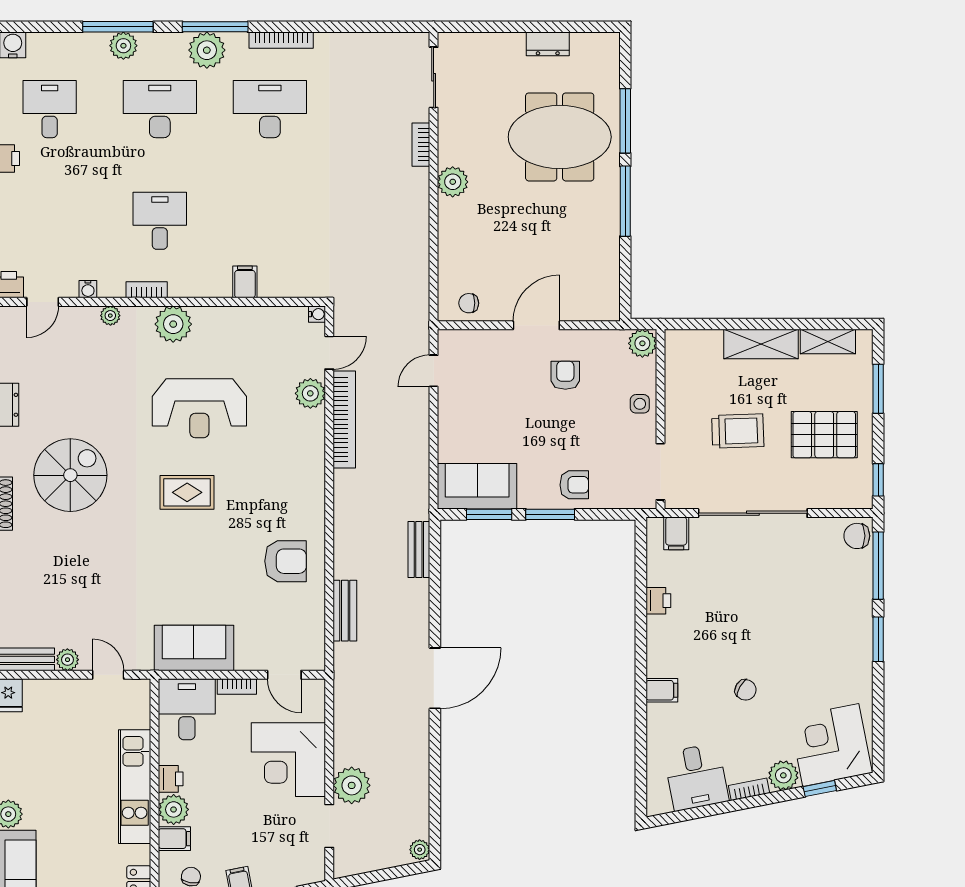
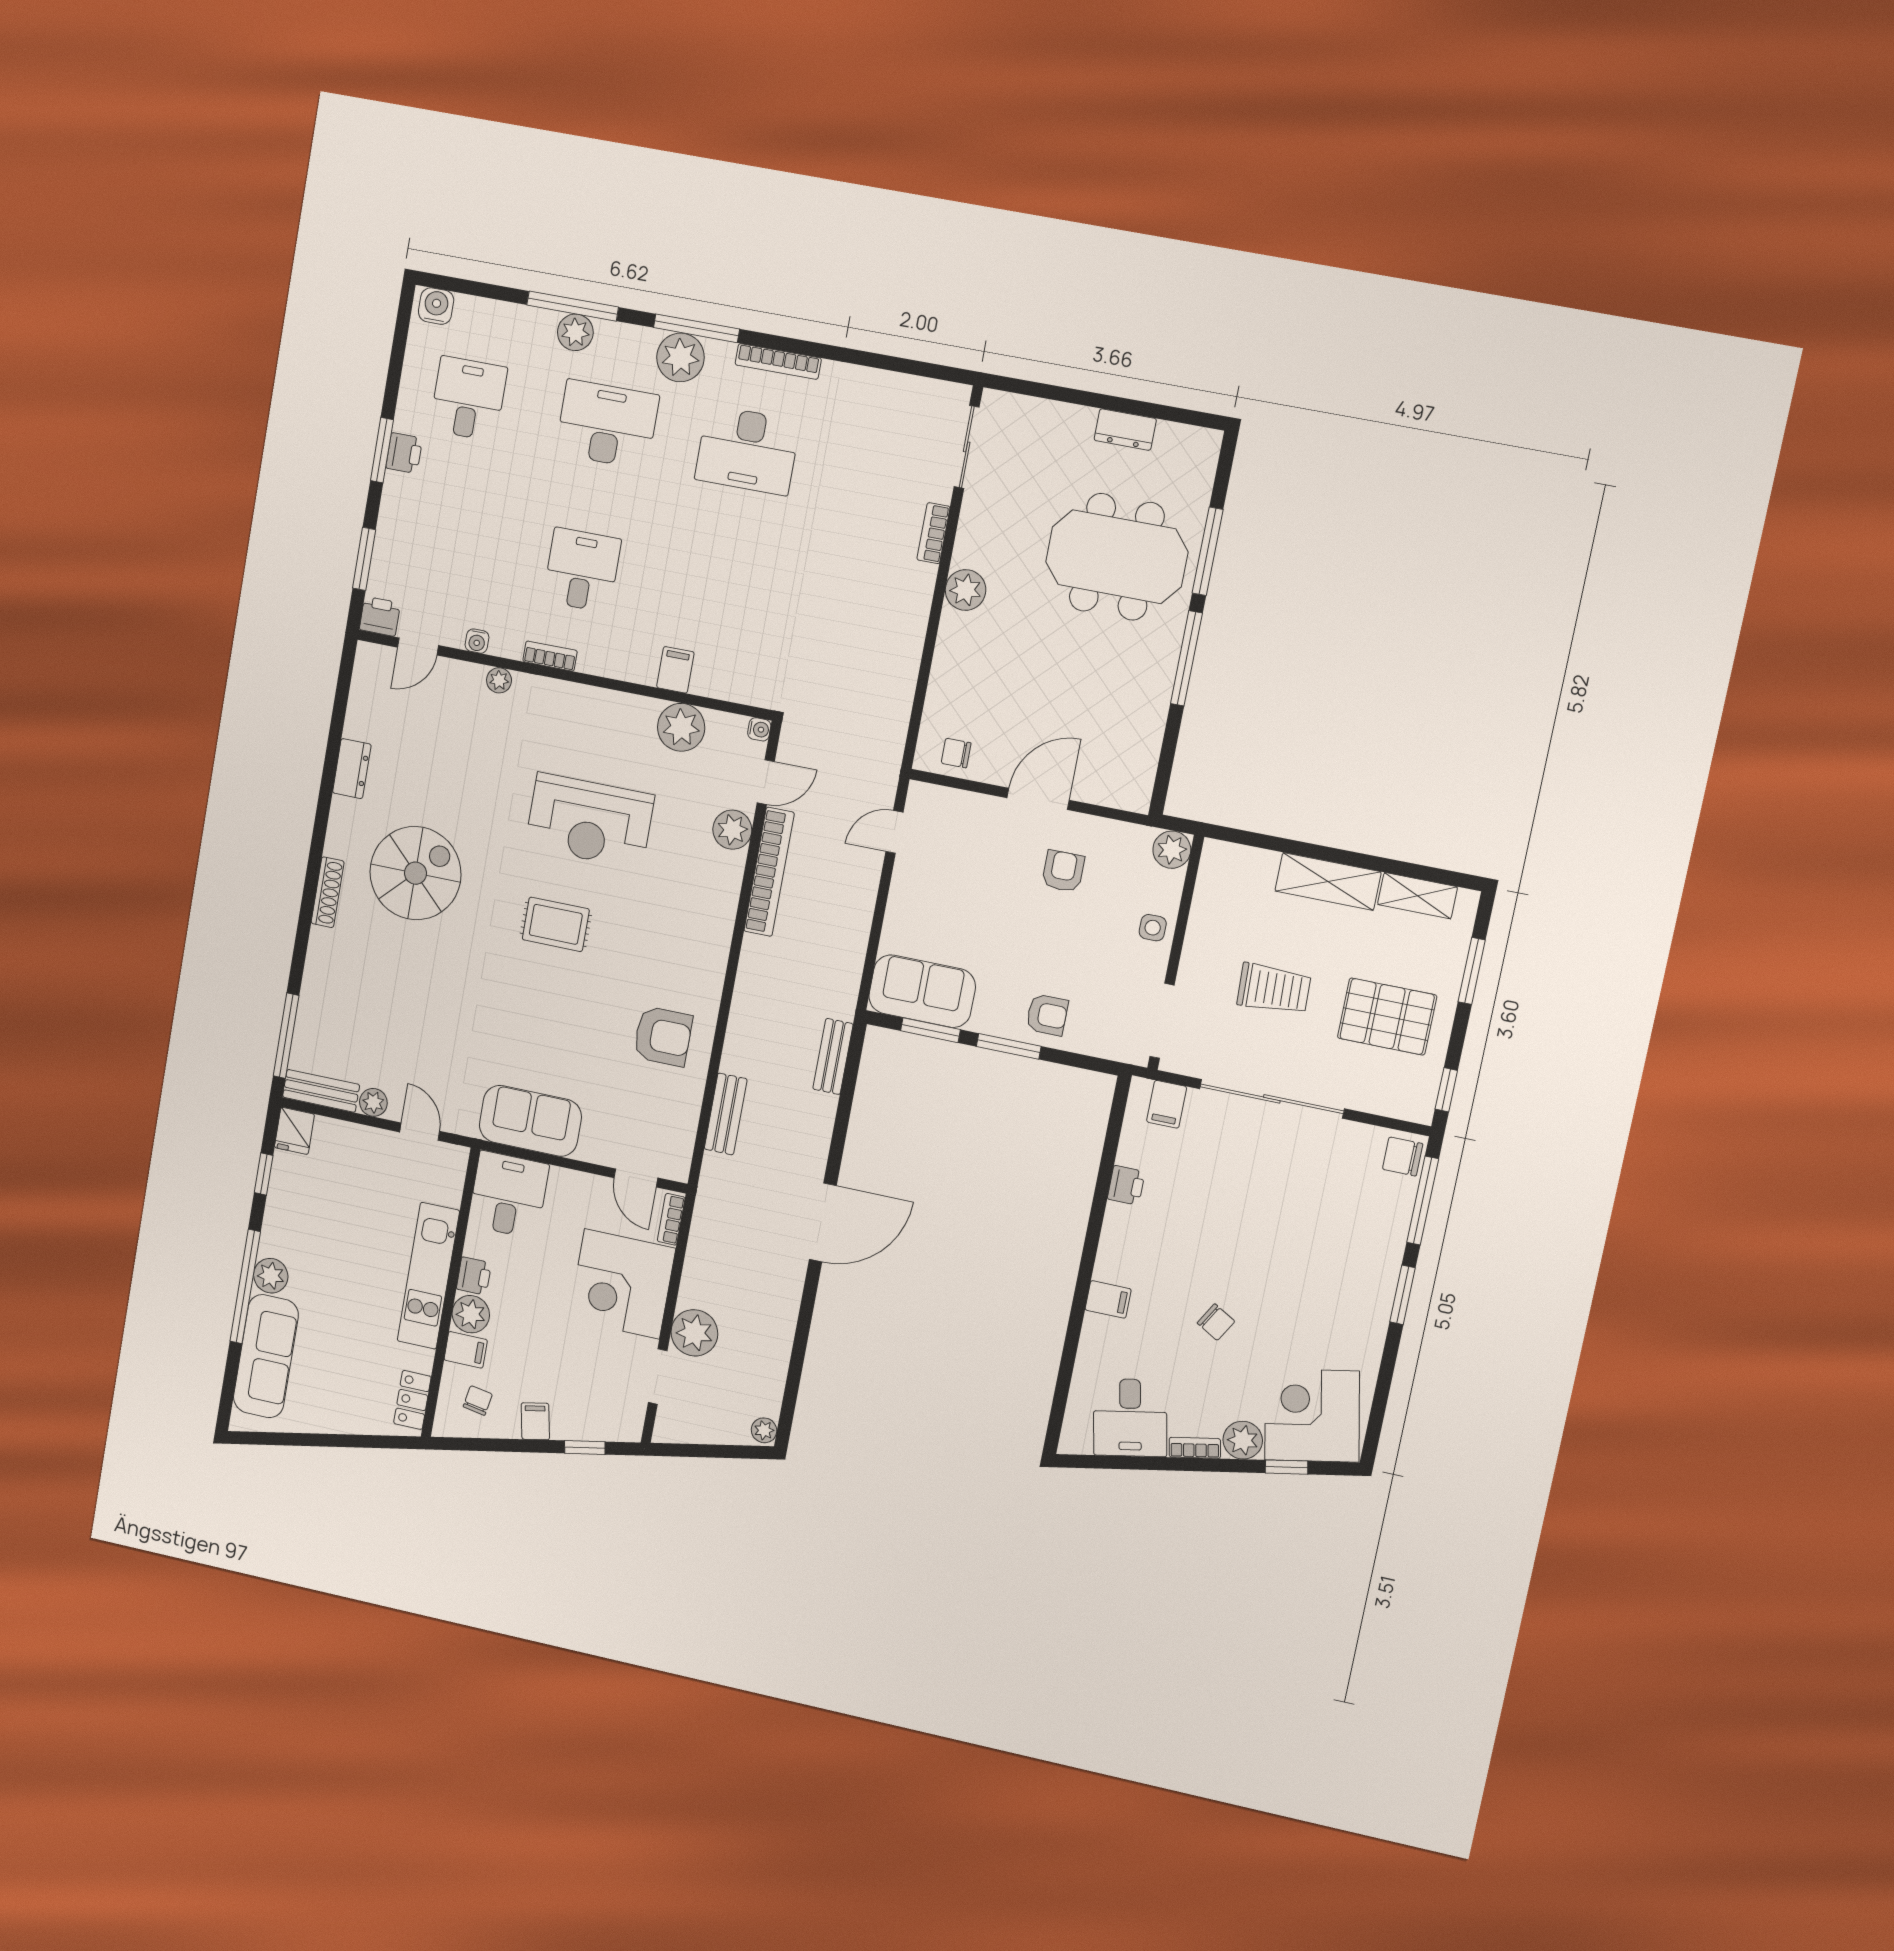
desk: (270, 109) -> (747, 450), turned 180
plant: (173, 324) -> (681, 727), moved
bookcase: (237, 686) -> (671, 1219), moved, turned 90

